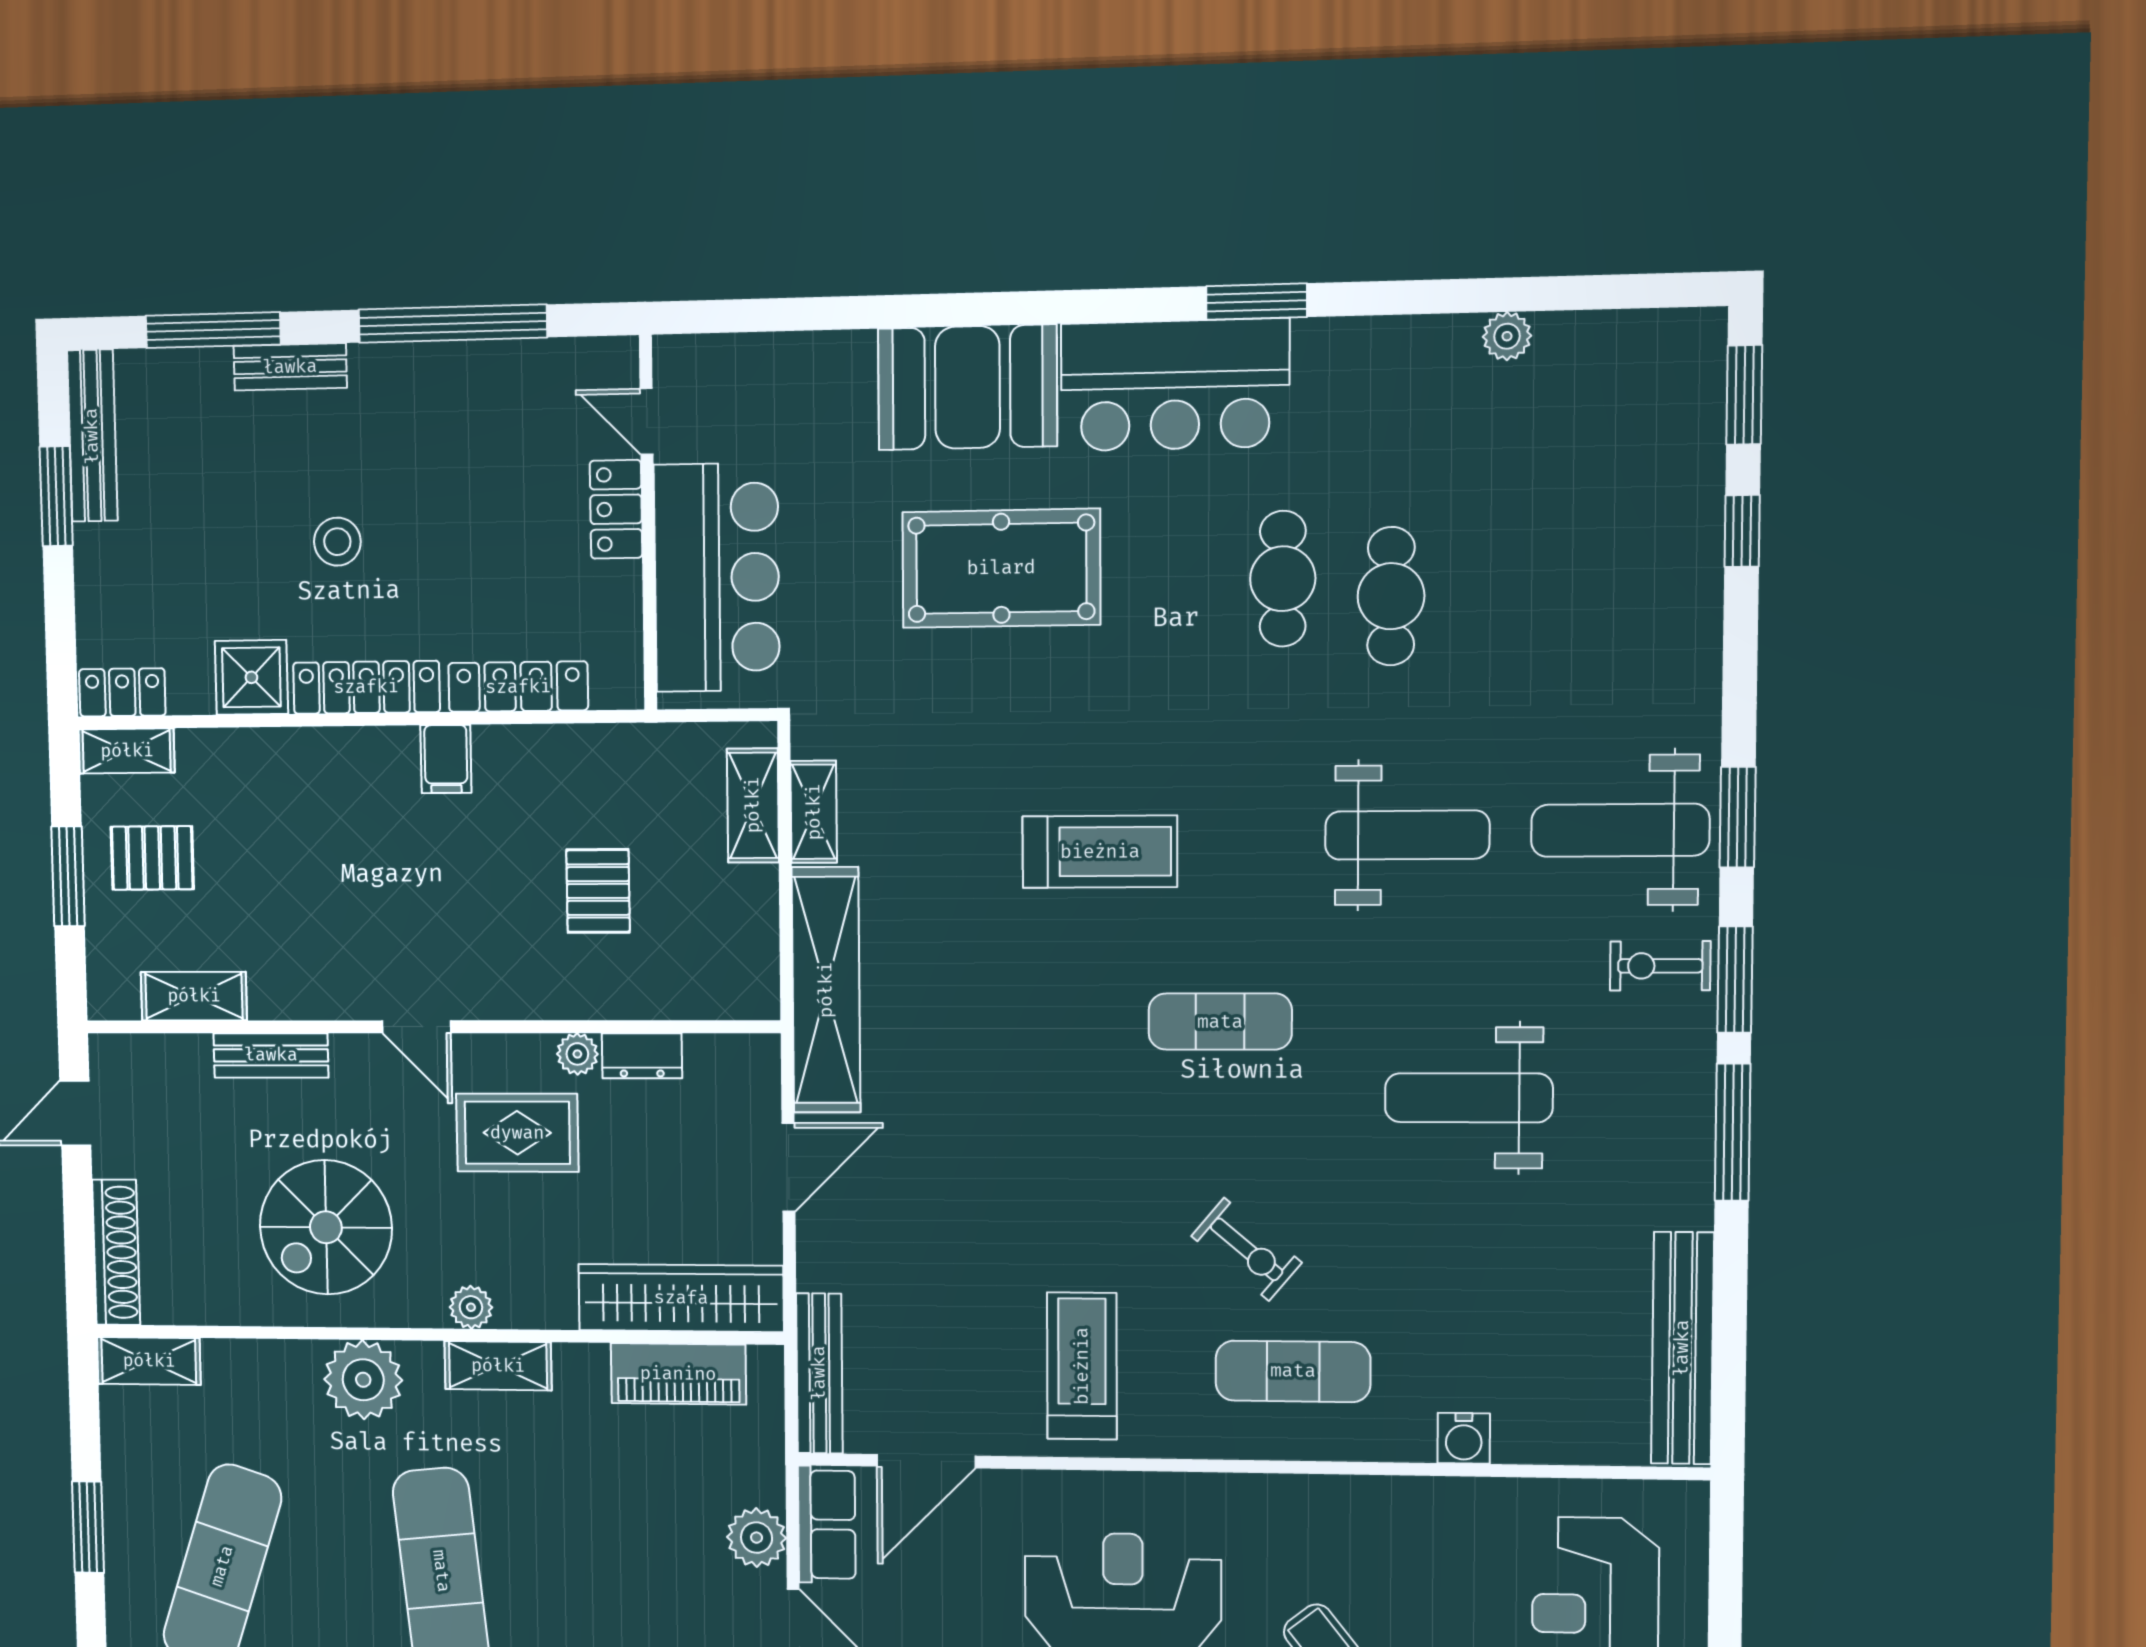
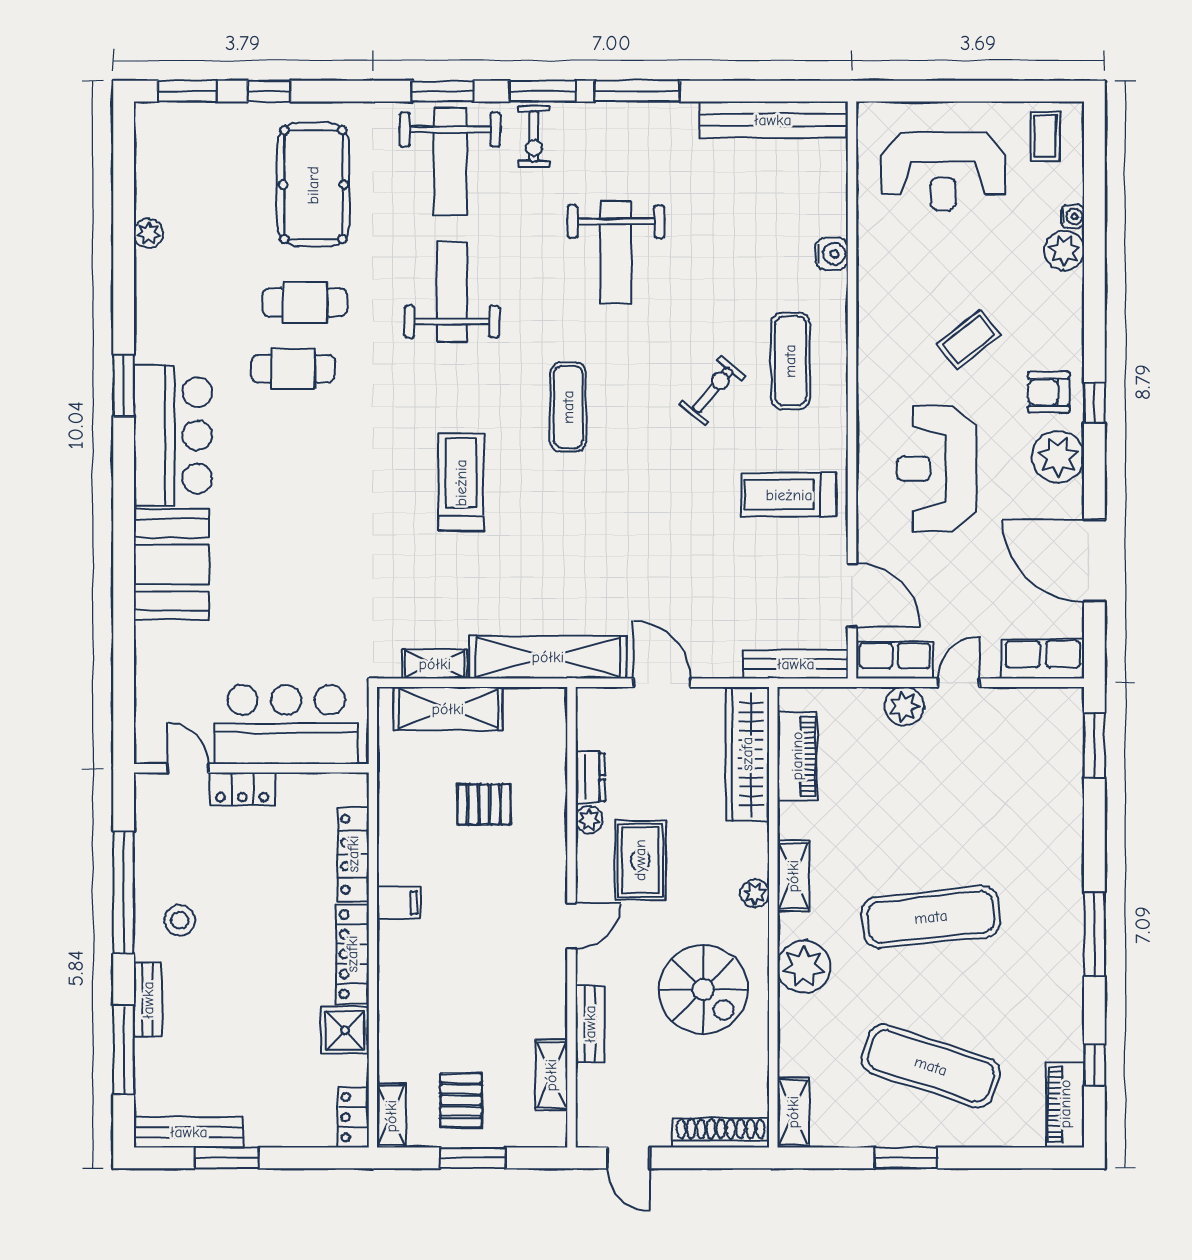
door: (647, 421) -> (188, 768), swing flipped
stool: (337, 542) -> (180, 920), moved
pool table: (1001, 568) -> (313, 185), moved
shelving: (753, 805) -> (448, 709), width x1.50, depth x1.33

